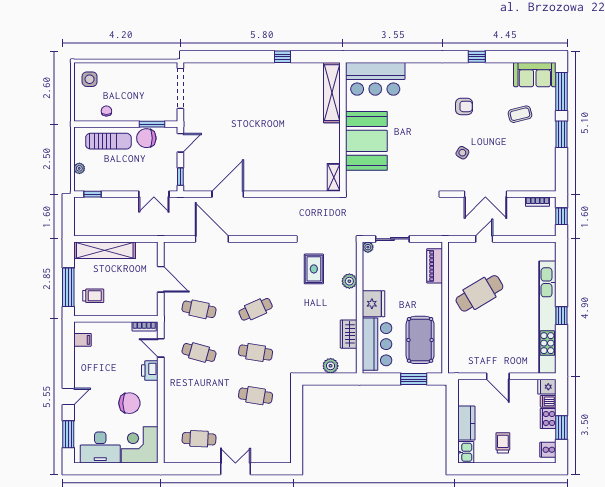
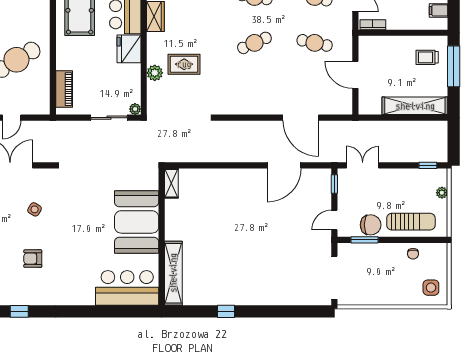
sun lounger: (108, 141) -> (411, 222), turned 180
rug: (314, 269) -> (184, 64), moved, turned 90

